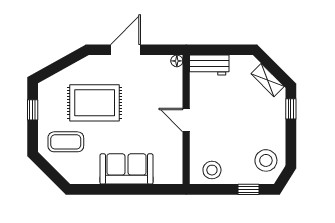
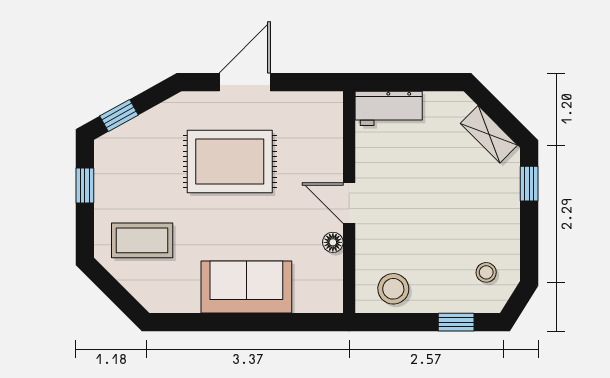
floor lamp: (177, 61) -> (333, 242), moved
window: (52, 69) -> (119, 115), added
rug: (95, 103) -> (230, 161), moved
stool: (266, 160) -> (486, 272), width x0.53, depth x0.53

